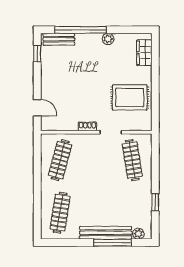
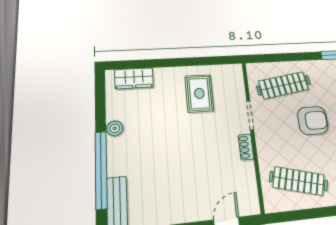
rug: (130, 97) -> (199, 93), width x0.73, depth x0.70
armchair: (103, 178) -> (313, 121), added

